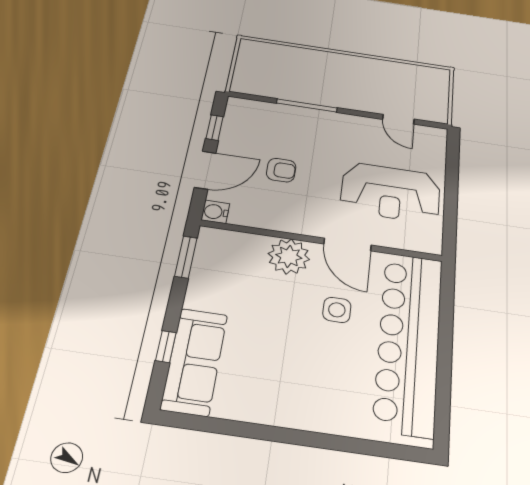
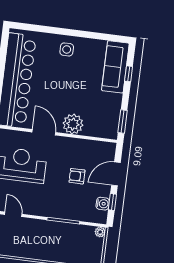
plant: (240, 86) -> (100, 232), added
water cooler: (215, 212) -> (103, 204), moved
side table: (337, 310) -> (67, 49), moved

